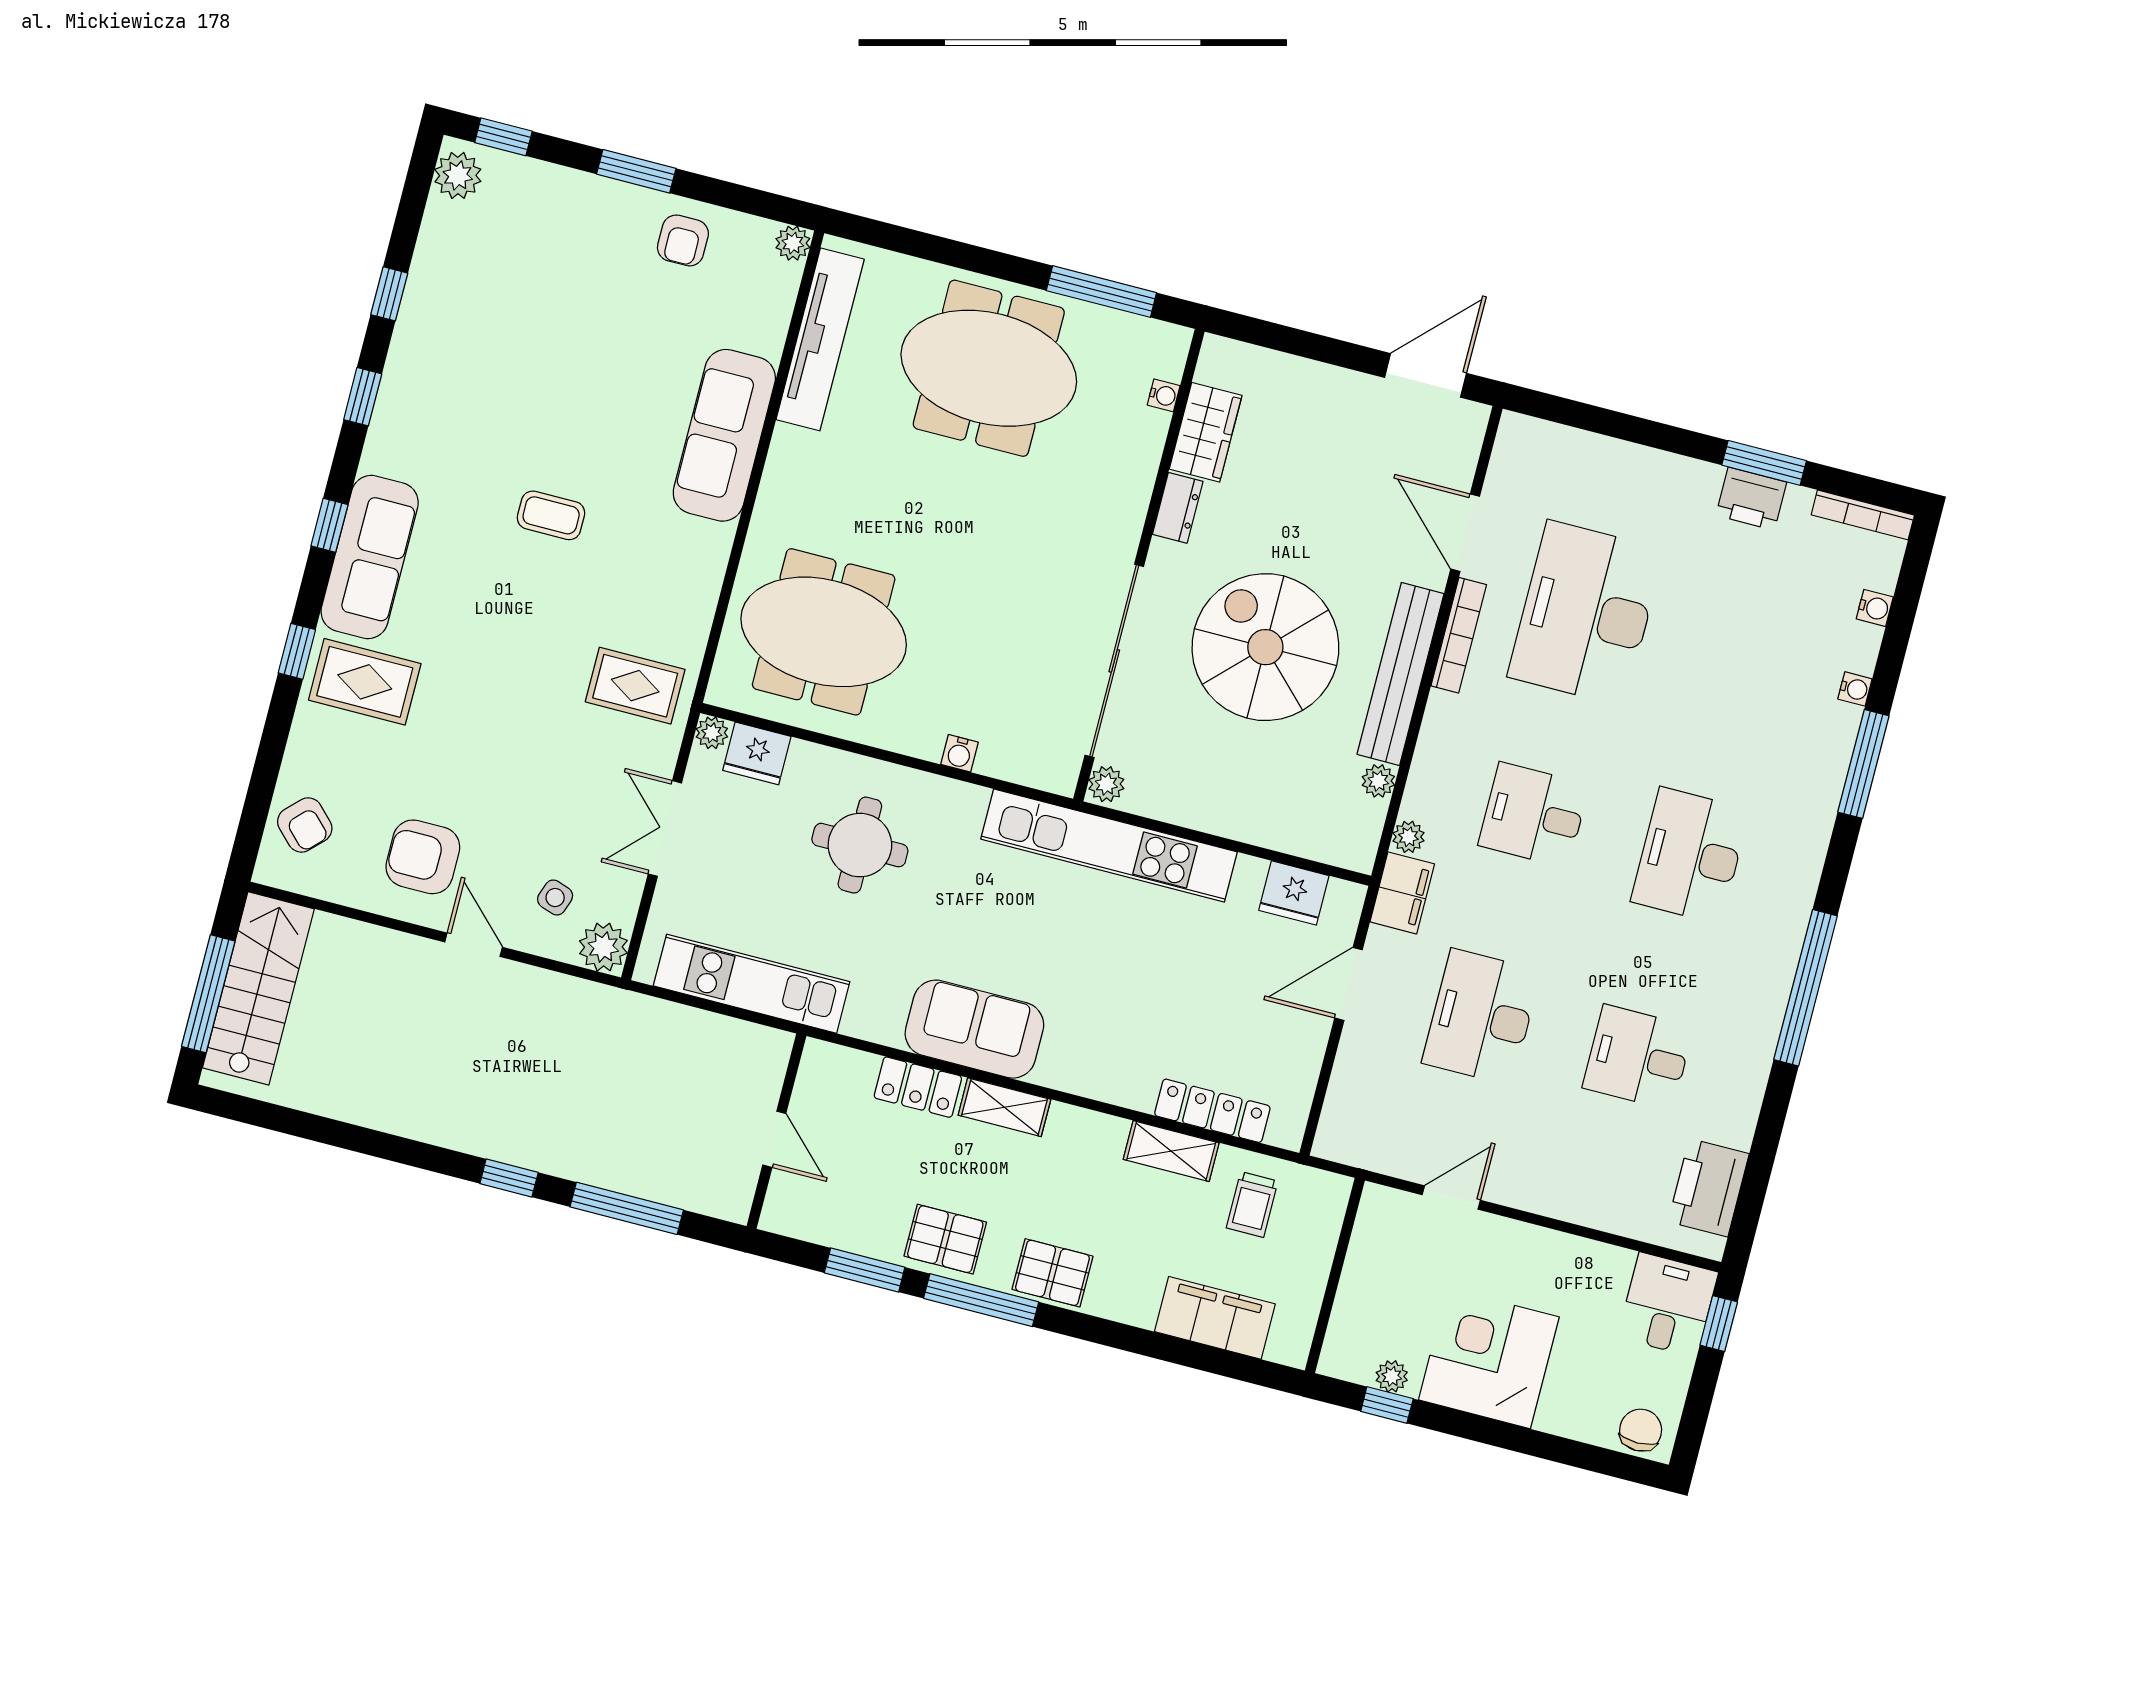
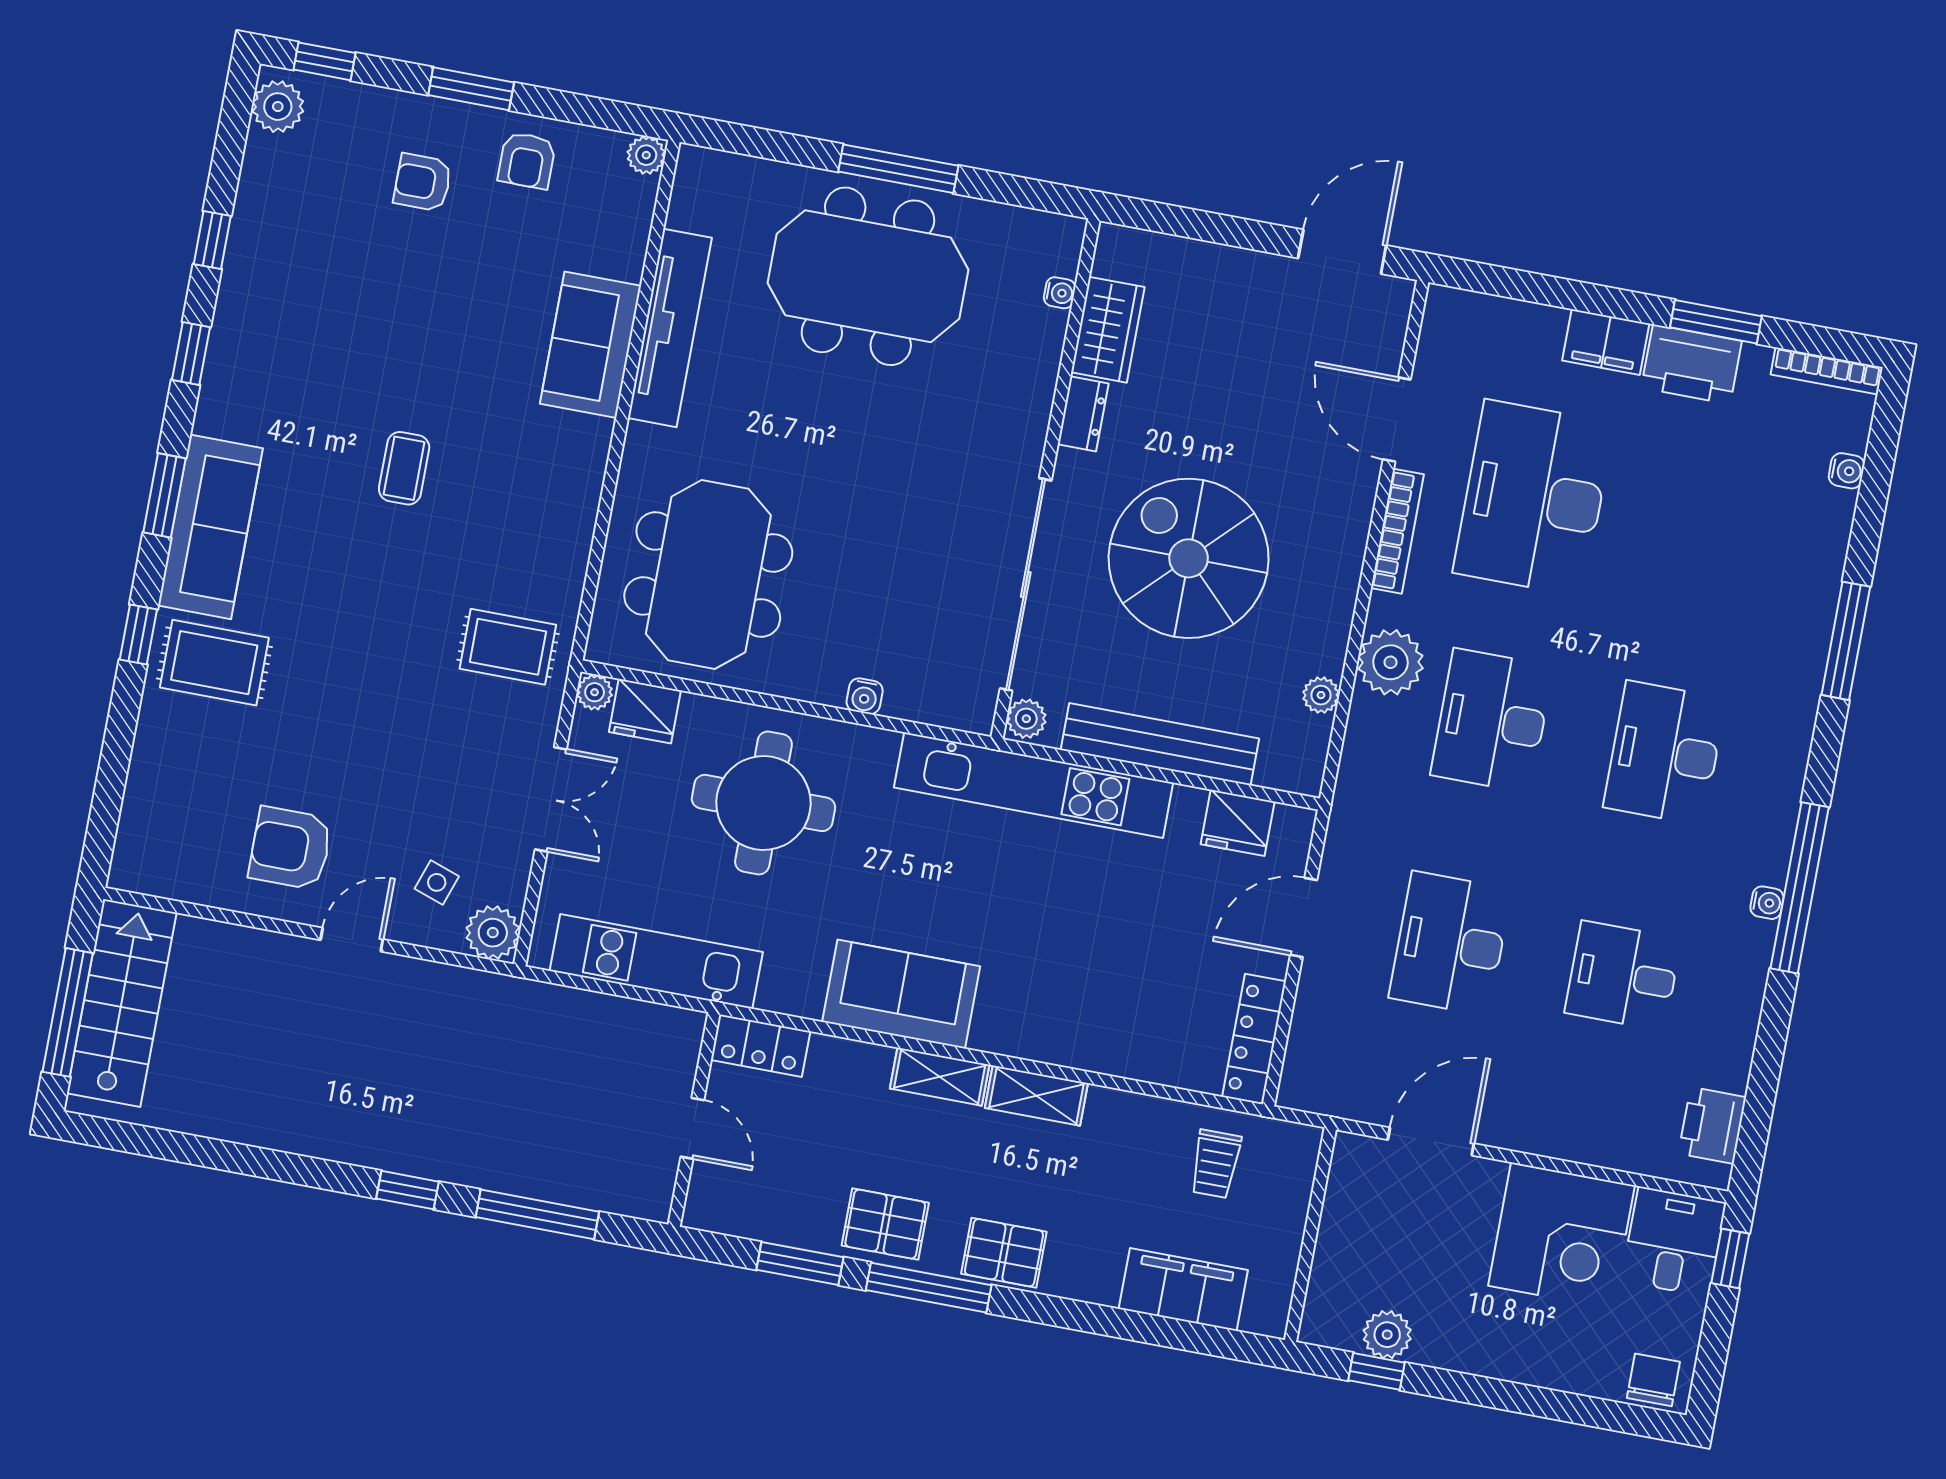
window: (1101, 292) -> (898, 169), moved
tv unit: (820, 339) -> (670, 328), moved
sofa: (724, 435) -> (591, 345), width x0.73
printer: (1751, 499) -> (1691, 364), width x1.37, depth x1.19
coffee table: (551, 515) -> (404, 468), turned 90
window: (329, 525) -> (164, 495), width x1.50
meeting table: (824, 632) -> (708, 574), turned 90
bench: (1400, 674) -> (1160, 744), moved, turned 90
water cooler: (1855, 689) -> (1767, 903), moved
desk: (1534, 815) -> (1492, 721), width x1.37
armchair: (305, 825) -> (423, 182), moved, turned 135
double door: (665, 828) -> (551, 799), swing flipped
plant: (1408, 837) -> (1390, 662), moved, width x1.88, depth x1.88
round table: (860, 845) -> (763, 803), width x1.36, depth x1.36
filing cabinet: (1402, 893) -> (1606, 342), moved, turned 90
door: (474, 945) -> (352, 940), hinge flipped
locker: (918, 1087) -> (761, 1046), moved
locker: (1212, 1111) -> (1254, 1039), moved, turned -90
shelving: (1171, 1151) -> (1036, 1096), moved
printer: (1709, 1188) -> (1712, 1125), width x0.73, depth x0.84
door: (1451, 1198) -> (1431, 1142), width x1.37
corner desk: (1489, 1358) -> (1561, 1236), moved, turned 180
plant: (1392, 1376) -> (1387, 1335), width x1.38, depth x1.38

